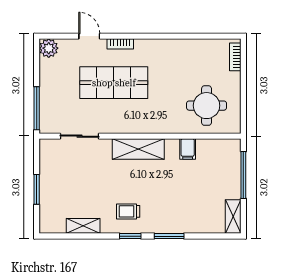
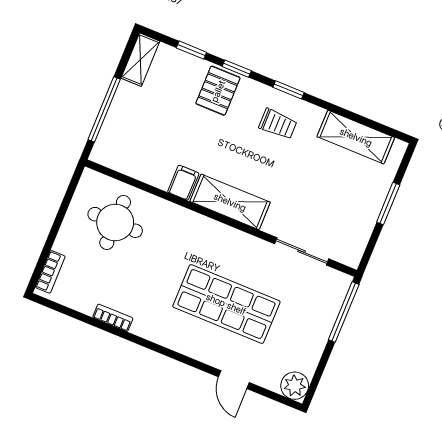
bookcase: (120, 44) -> (113, 318), moved
filing cabinet: (188, 149) -> (183, 183), moved
pallet: (175, 217) -> (218, 91), added
shelving: (83, 226) -> (356, 137), width x1.50, depth x1.33
window: (169, 236) -> (237, 69), width x0.67
window: (203, 236) -> (191, 50), added

